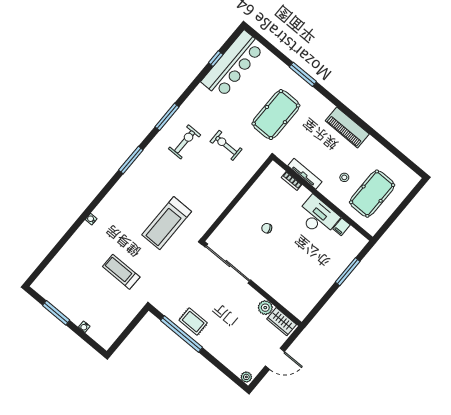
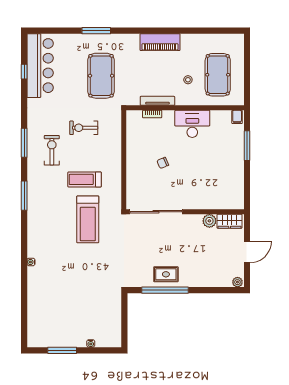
filing cabinet: (342, 227) -> (237, 117), moved
treadmill: (121, 272) -> (85, 179), moved

